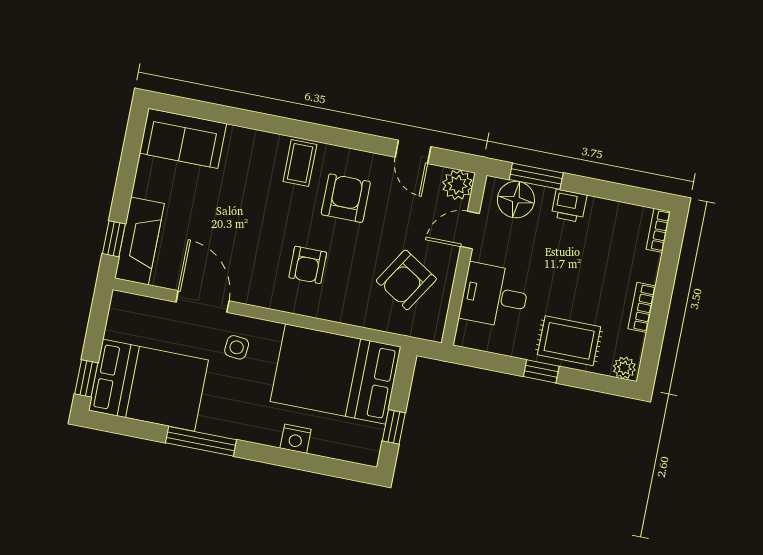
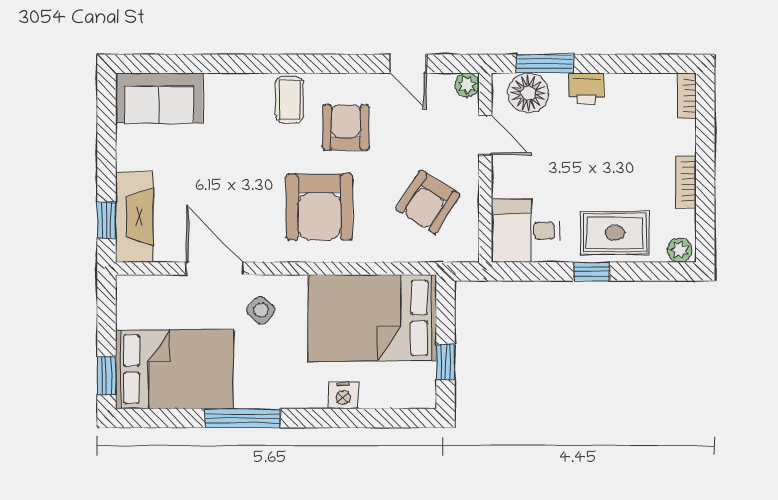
plant: (458, 185) -> (467, 85), width x0.73, depth x0.73
door: (470, 230) -> (485, 135), swing flipped
armchair: (308, 265) -> (319, 207), width x1.88, depth x1.88
desk: (495, 296) -> (526, 231), moved
side table: (237, 347) -> (261, 310), turned 37

